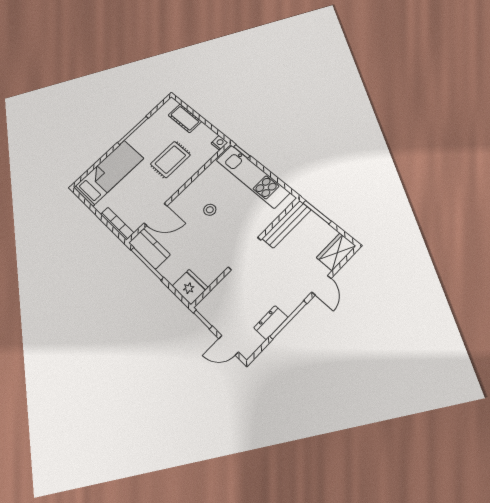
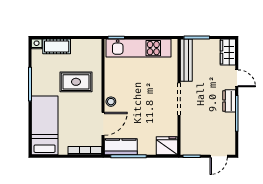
nightstand: (219, 143) -> (37, 44), moved
rug: (170, 160) -> (76, 82), turned 90
stool: (210, 210) -> (111, 102), moved
dresser: (271, 323) -> (229, 101), moved

